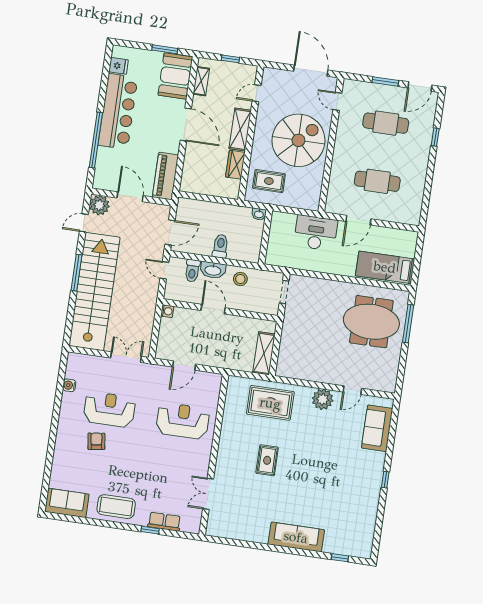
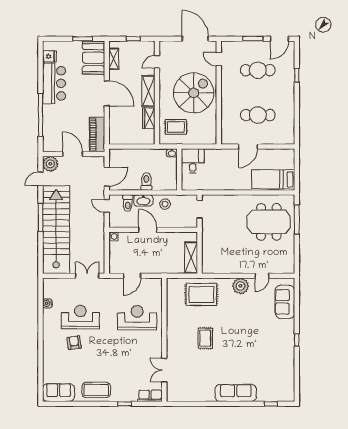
bar counter: (118, 111) -> (54, 83), width x0.73
desk: (316, 233) -> (193, 161), moved, width x0.73
row of seats: (164, 522) -> (150, 396), moved

